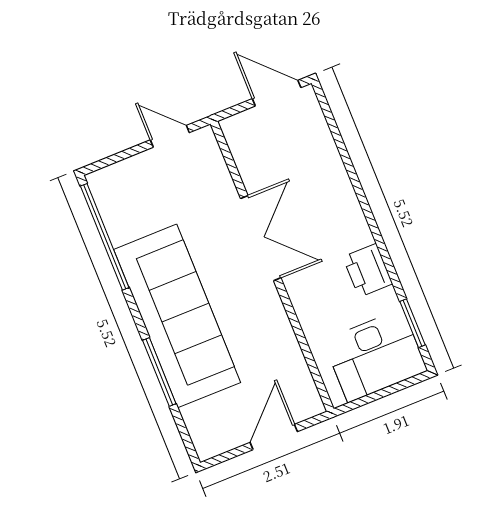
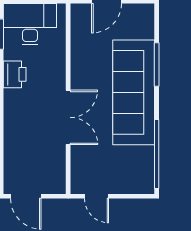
double door: (261, 238) -> (68, 117), swing flipped

